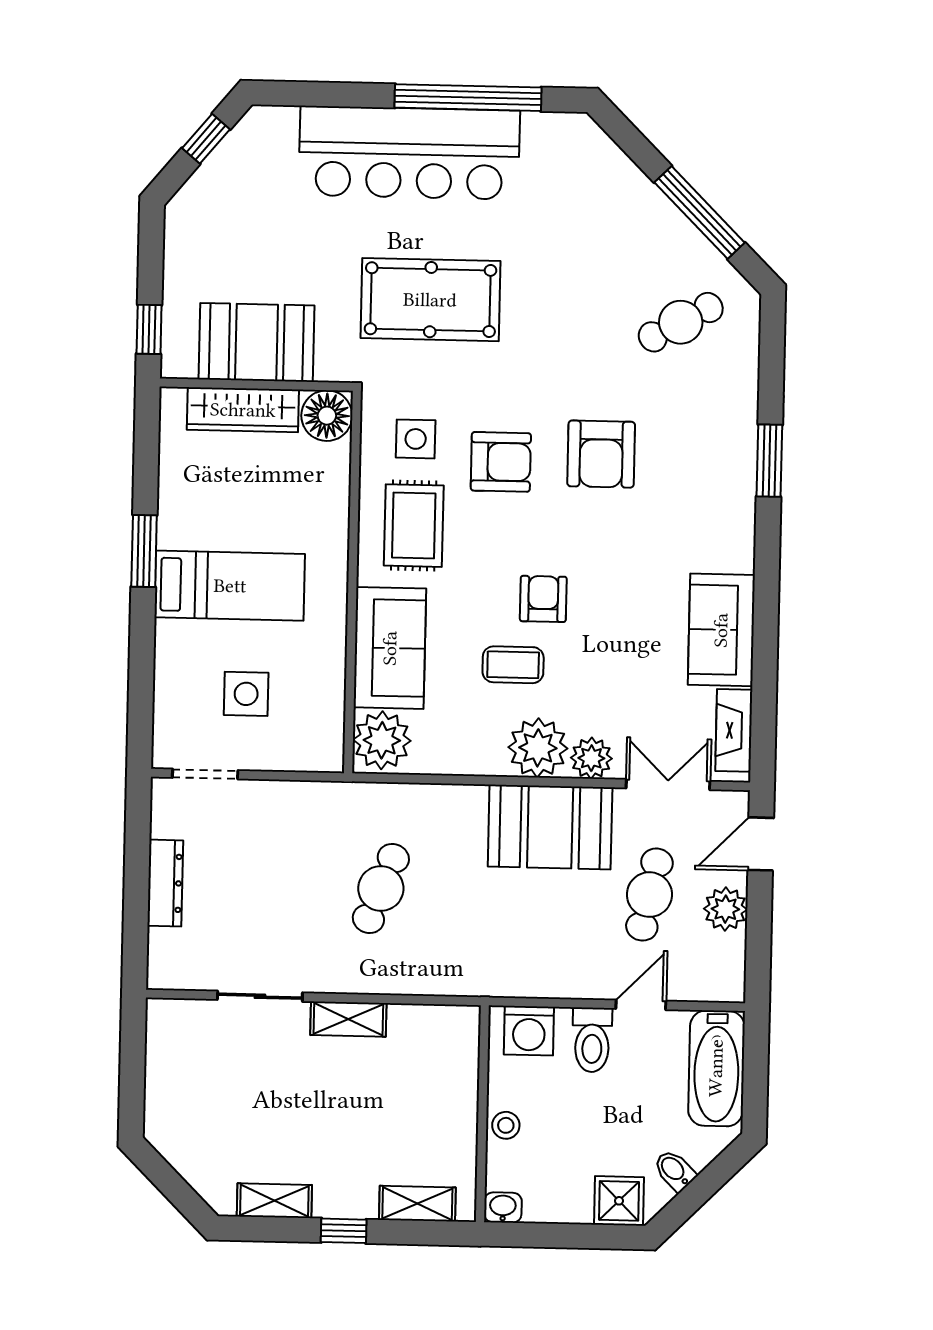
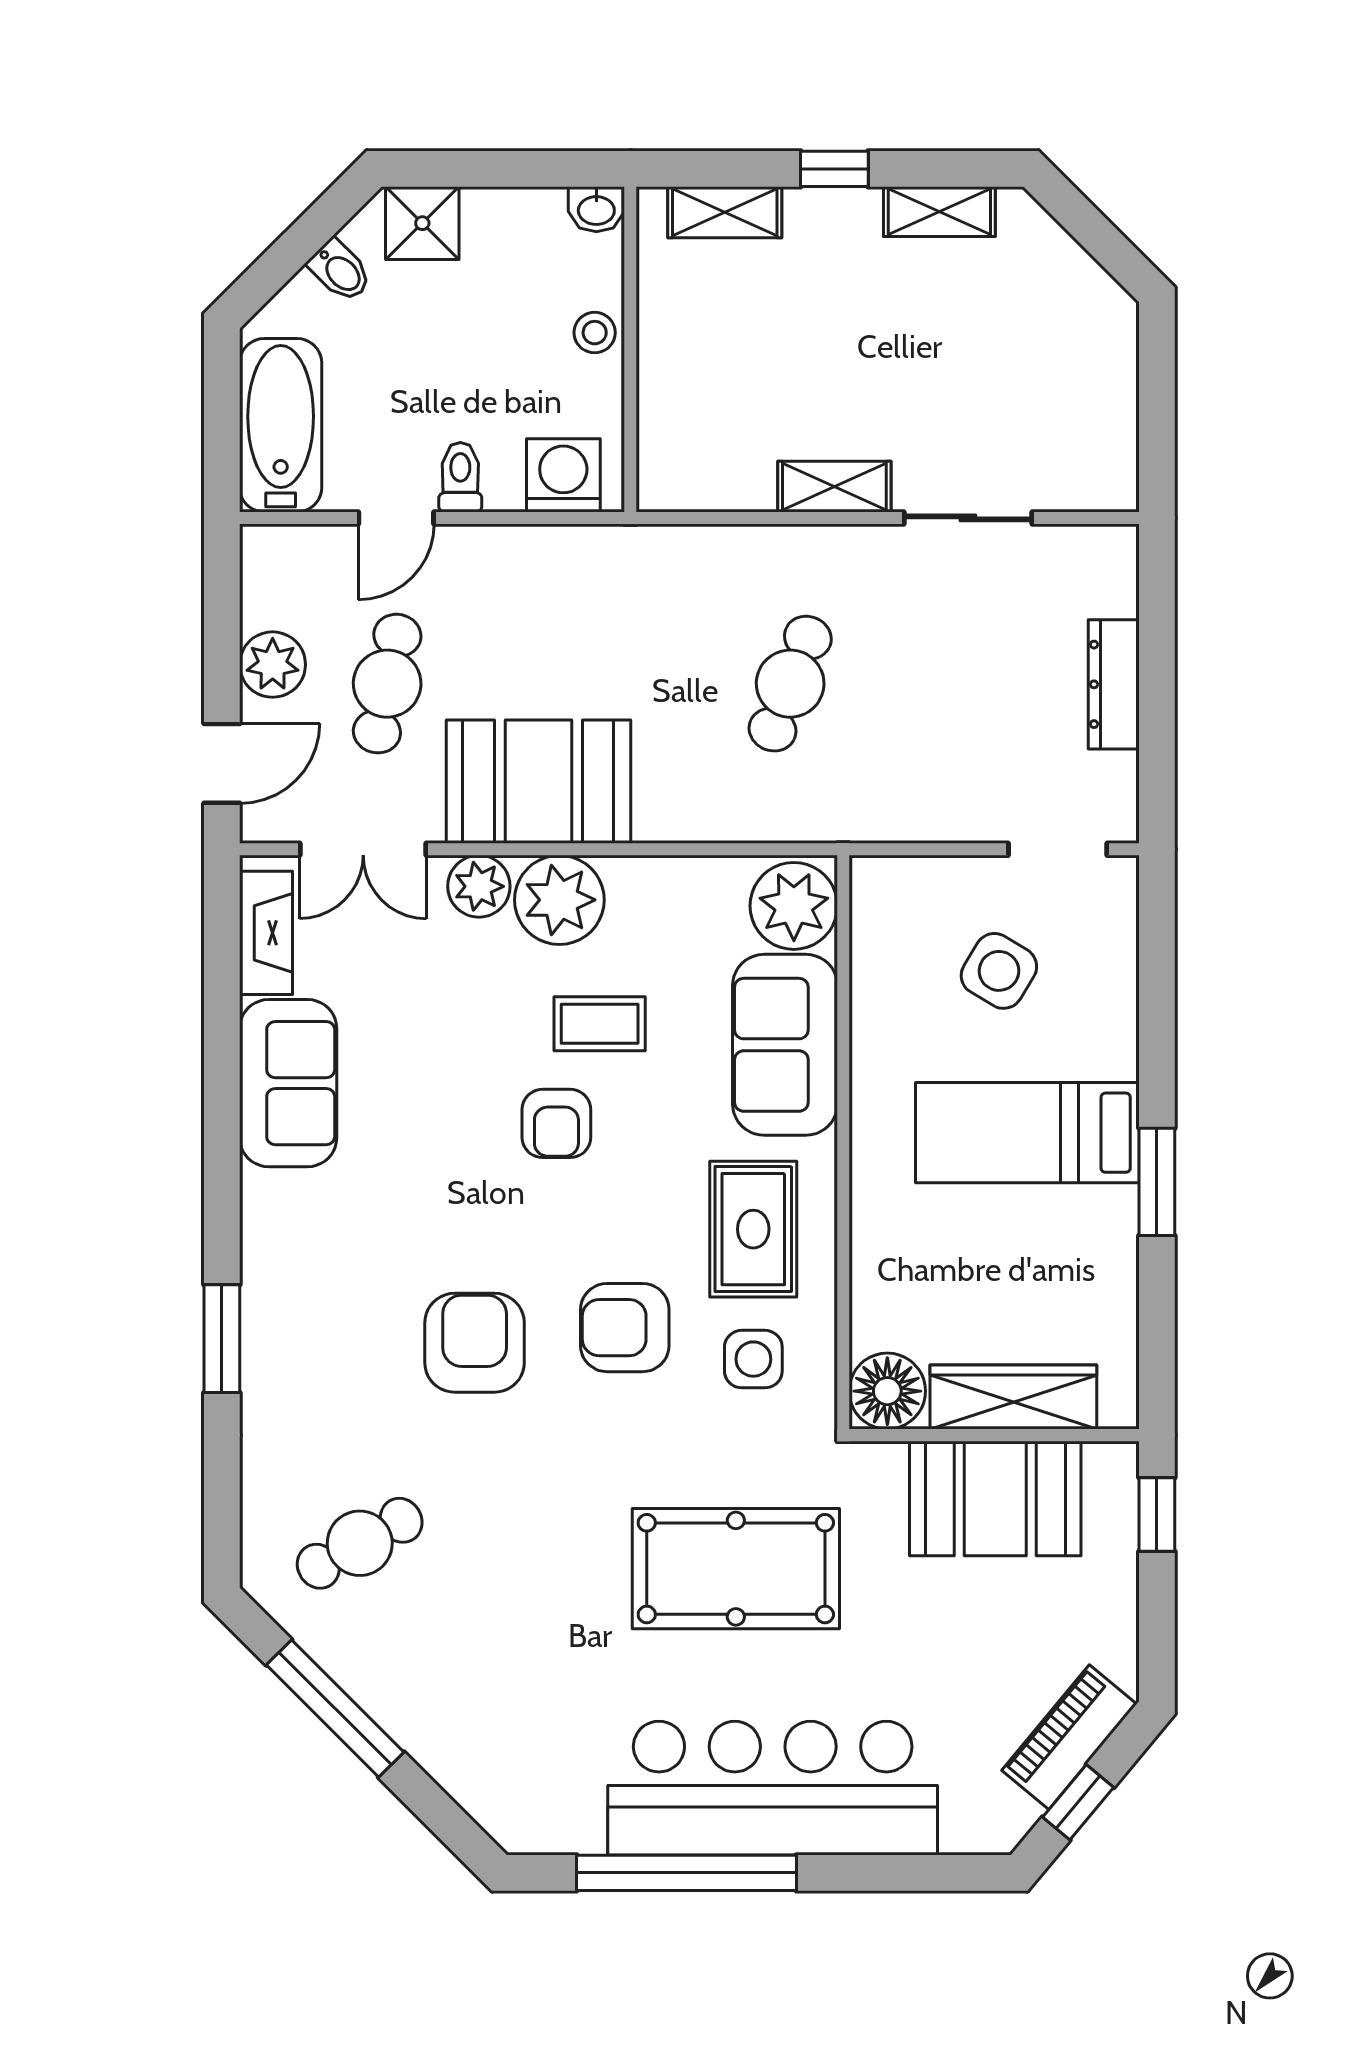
piano: (211, 182) -> (1069, 1737), added
side table: (246, 694) -> (999, 971), turned 31
toilet: (592, 1040) -> (460, 477), width x0.73, depth x0.72

